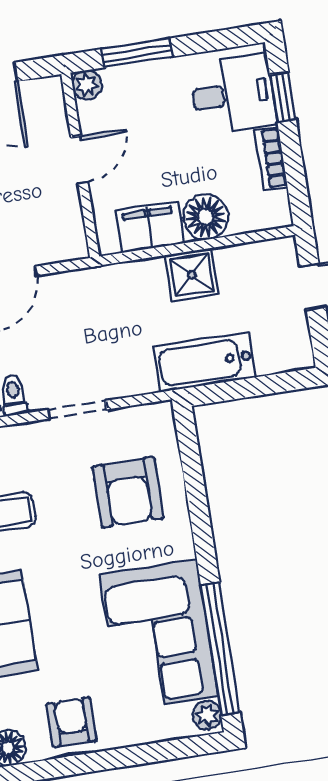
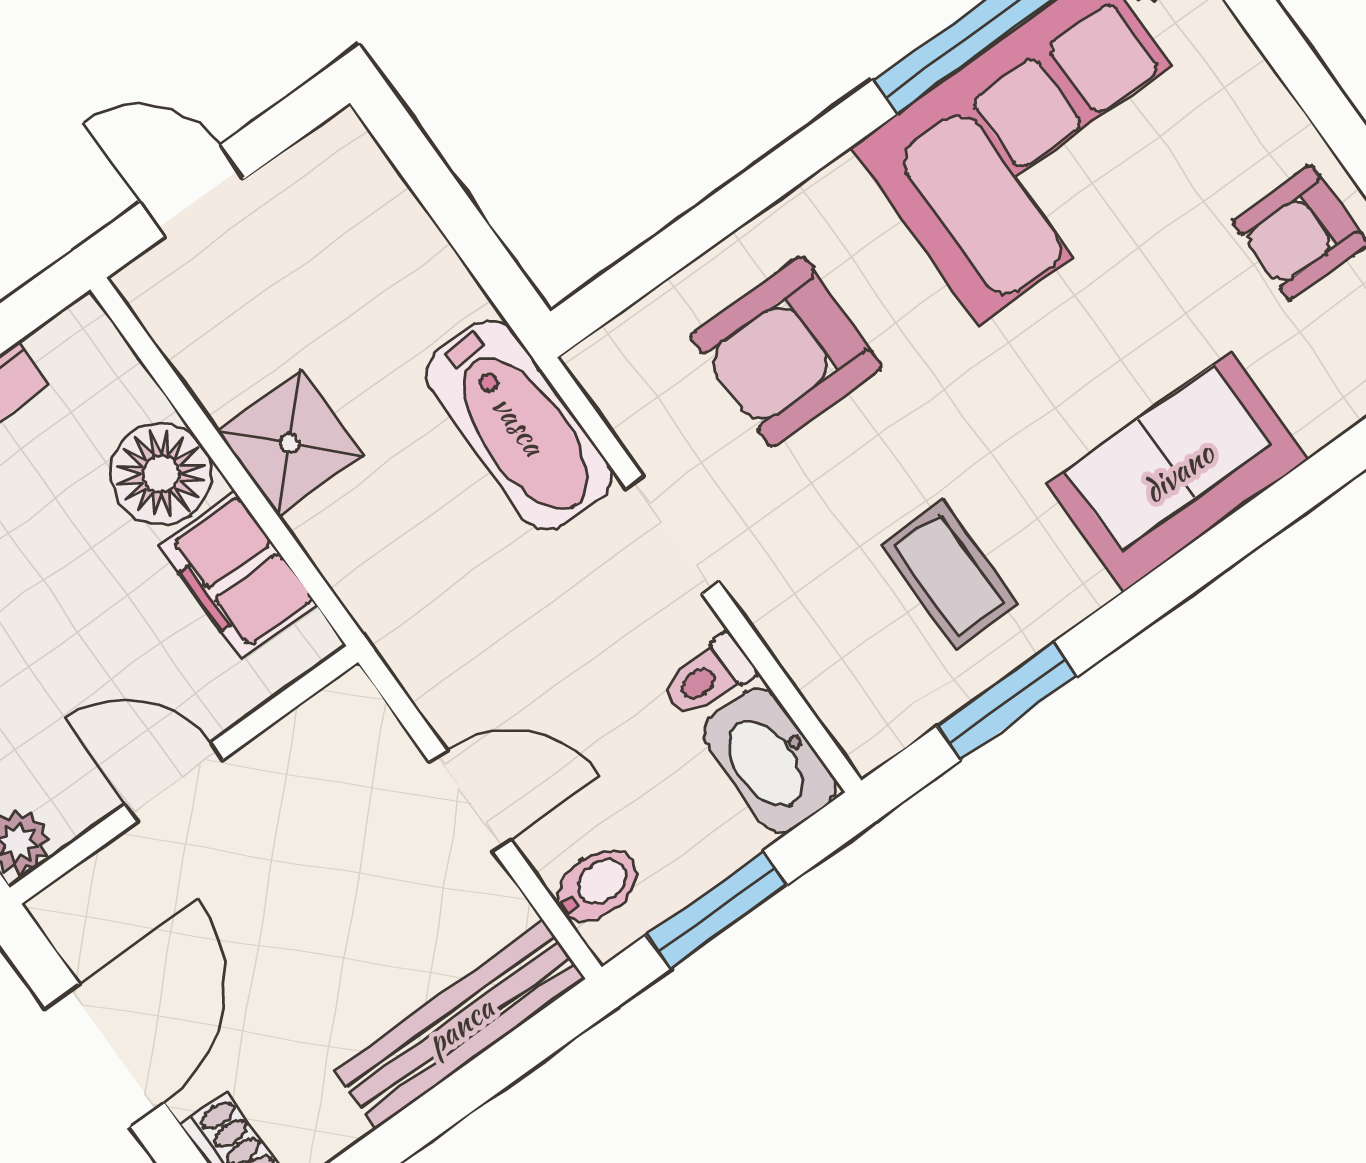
bathtub: (205, 362) -> (519, 425), moved
armchair: (128, 492) -> (786, 351), turned 180

